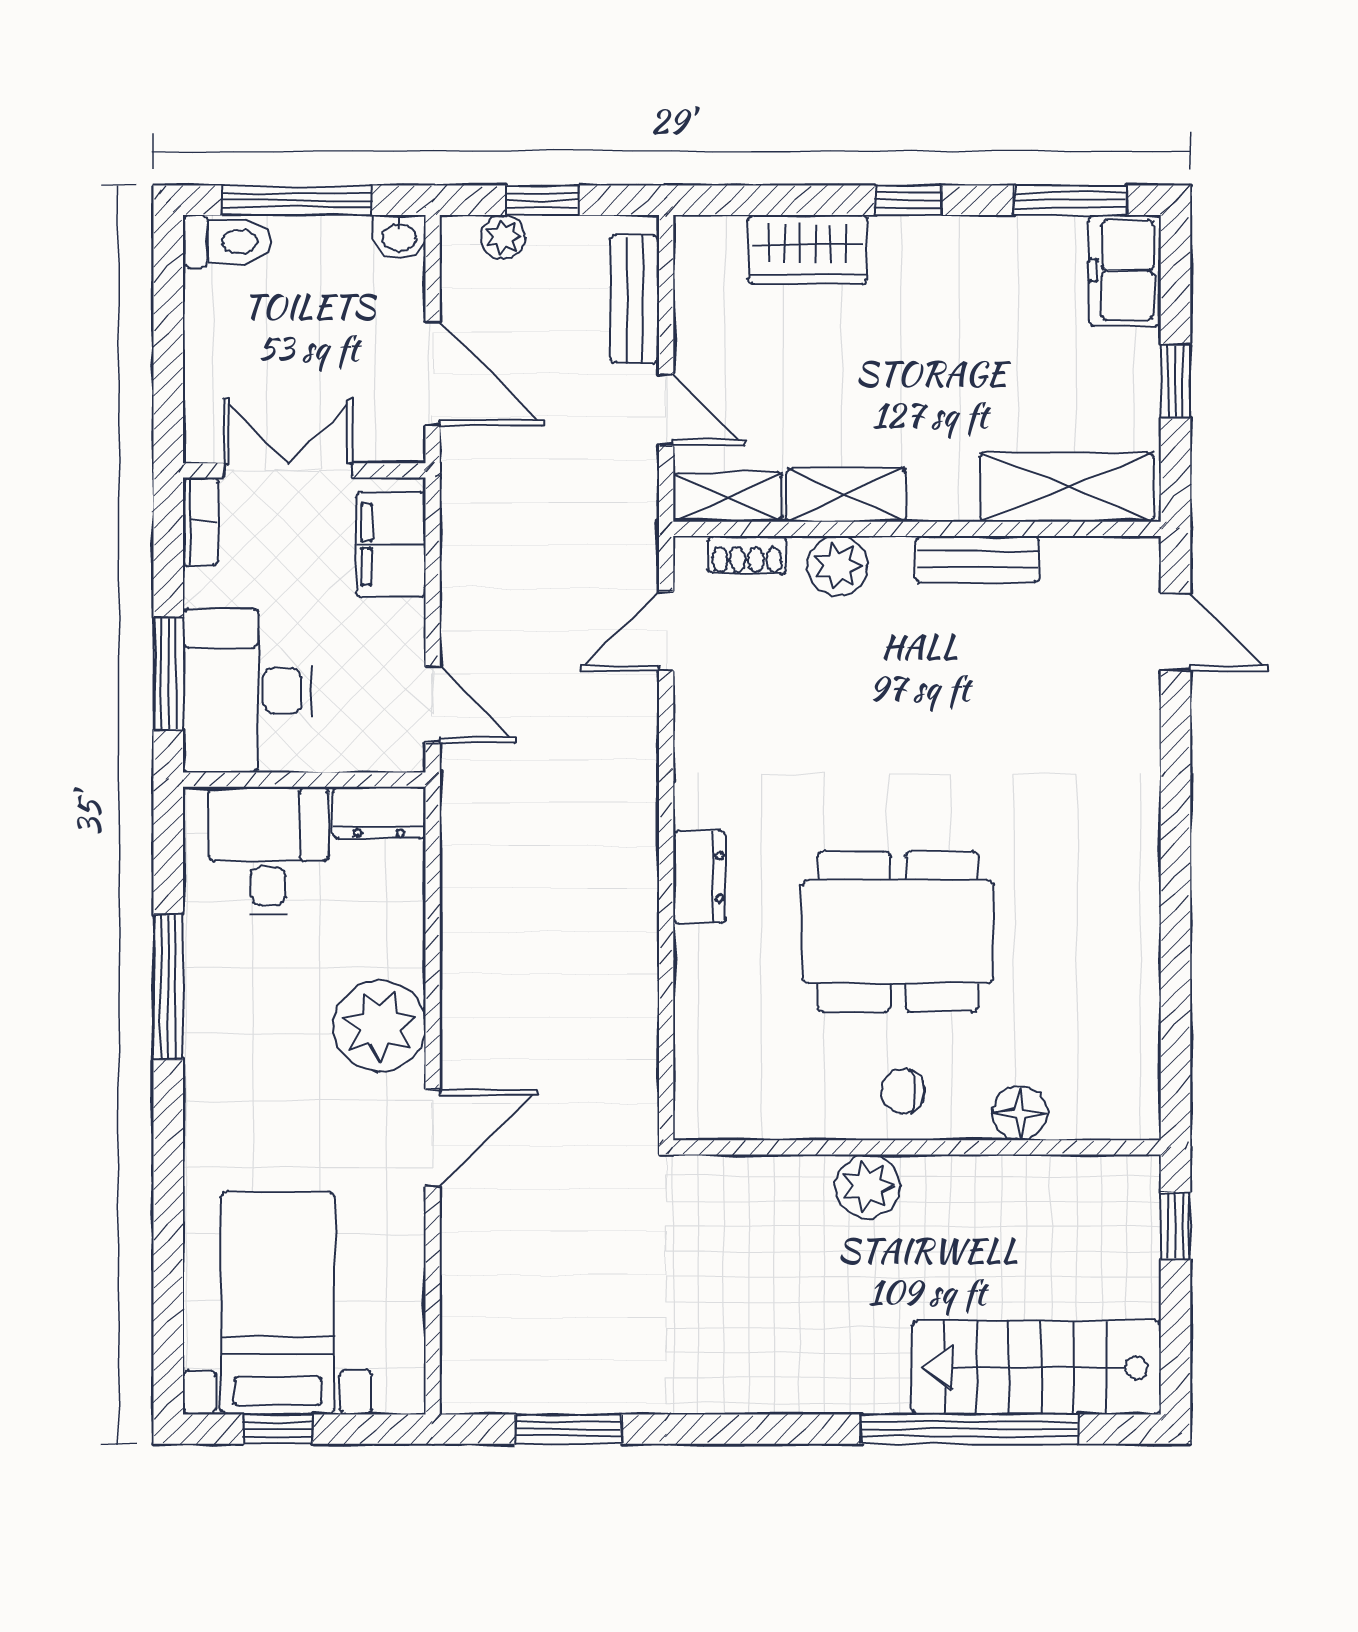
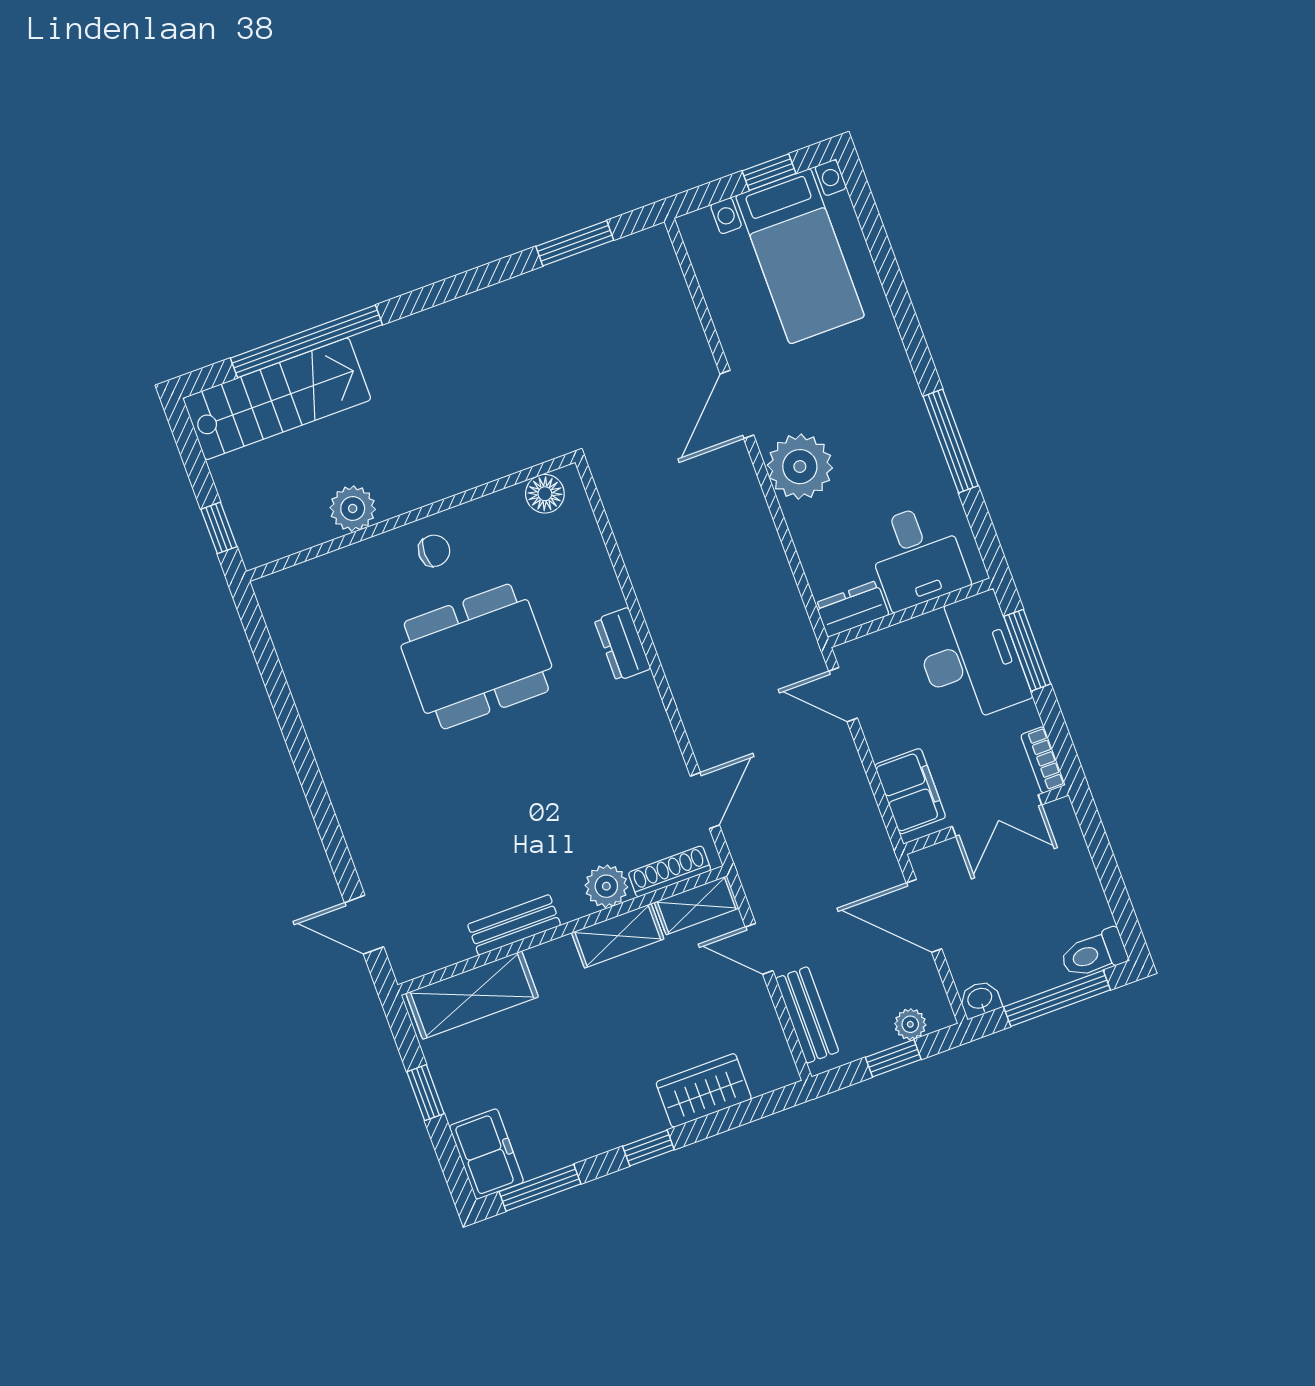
shoe rack: (747, 555) -> (670, 871), width x1.43
floor lamp: (1020, 1113) -> (545, 494), moved
plant: (868, 1186) -> (353, 509), moved

